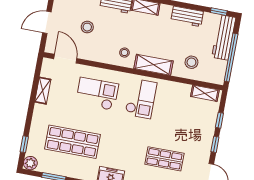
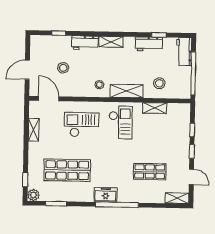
window: (219, 12) -> (159, 35), moved
workbench: (224, 37) -> (184, 52), width x0.73
shelving: (205, 93) -> (155, 108), moved

